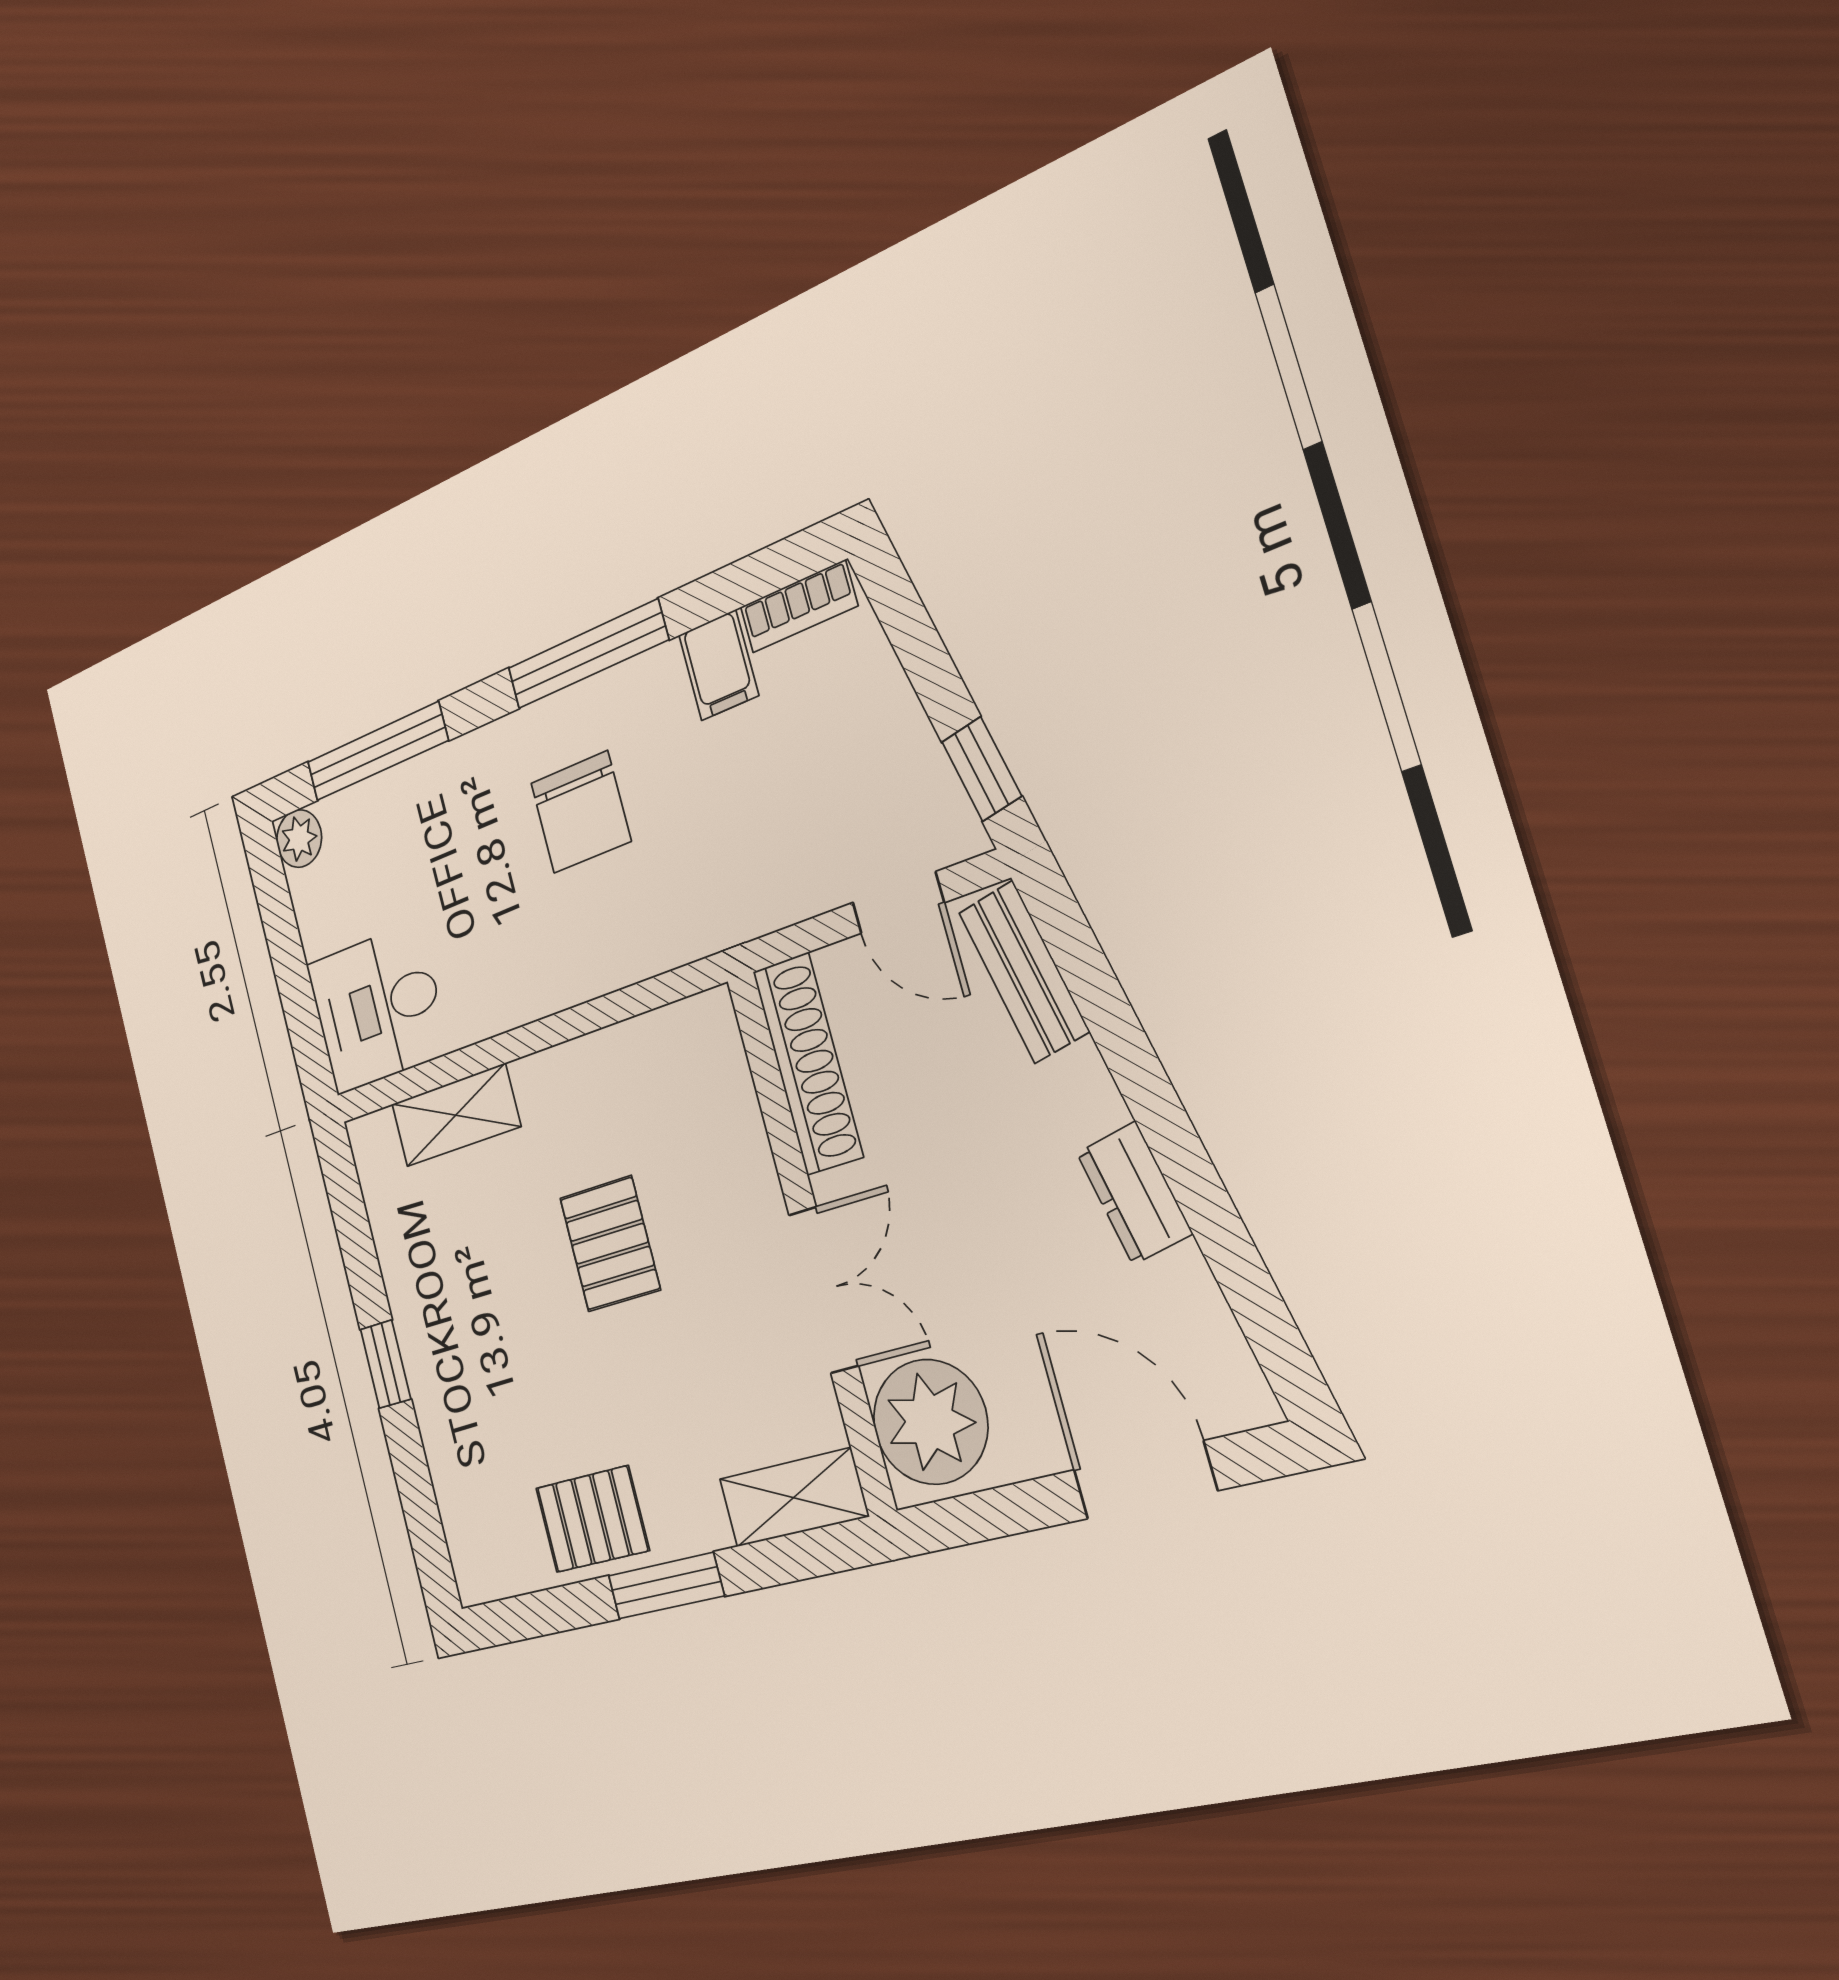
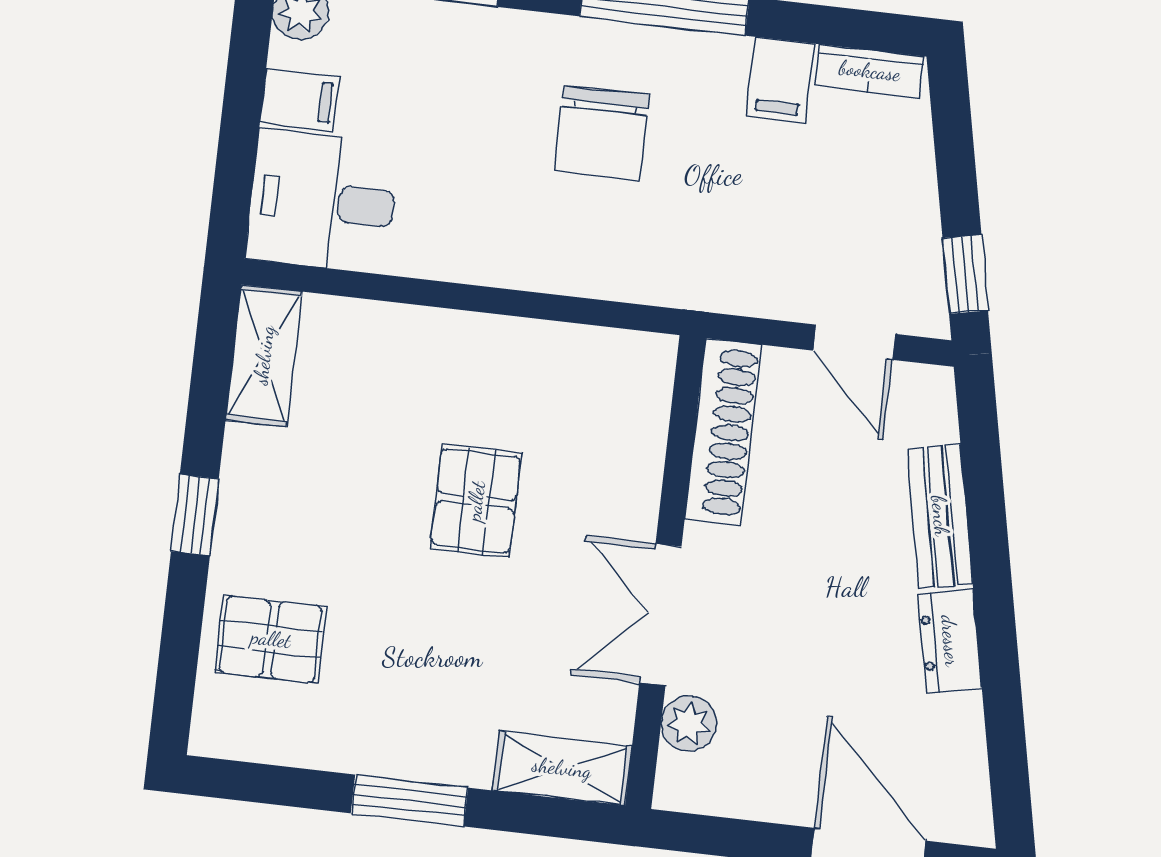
filing cabinet: (327, 921) -> (300, 100), added
bench: (1024, 972) -> (940, 516), moved
shelving: (456, 1115) -> (264, 355), moved, turned 90
double door: (824, 1290) -> (660, 615), swing flipped
plant: (930, 1422) -> (689, 724), width x0.53, depth x0.53
pallet: (592, 1519) -> (271, 639), moved

